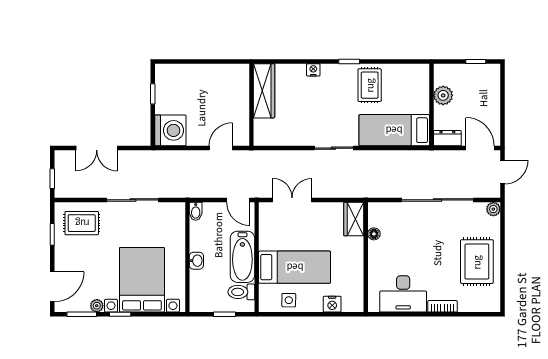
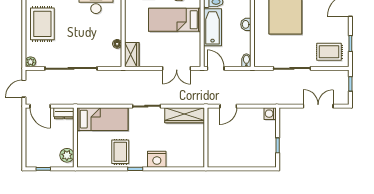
nightstand: (313, 70) -> (157, 159), width x1.89, depth x1.79
wardrobe: (264, 91) -> (185, 115), moved, turned -90
plant: (443, 95) -> (67, 155), moved
washing machine: (170, 130) -> (270, 114), width x0.53, depth x0.53

